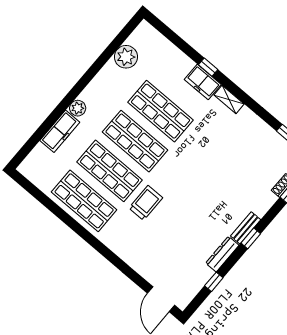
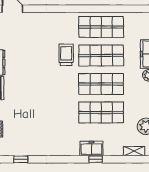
shelving: (229, 99) -> (134, 151), moved
trolley: (146, 203) -> (66, 55), turned 180

